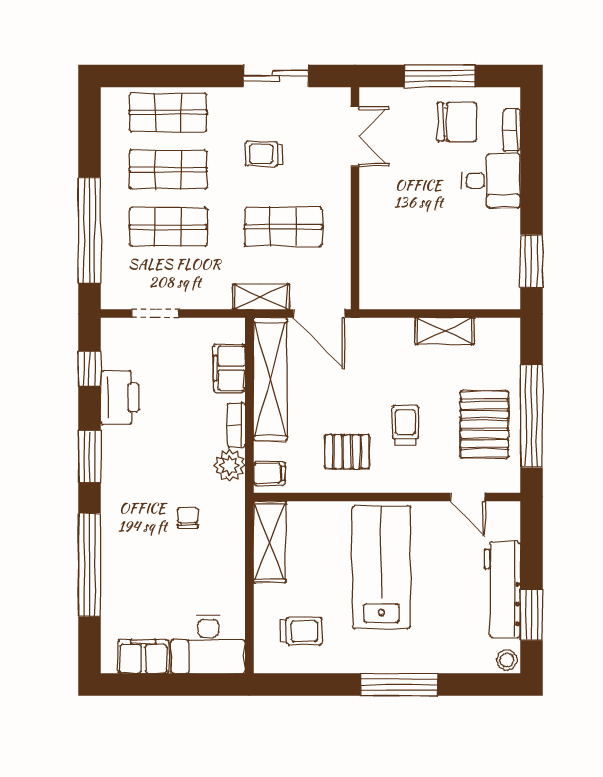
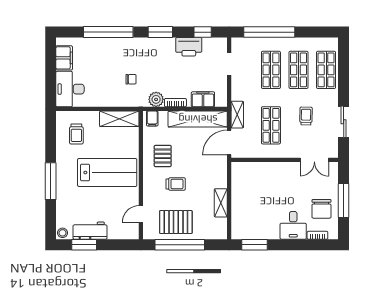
workbench: (502, 590) -> (90, 231), width x0.73

